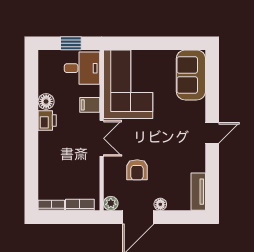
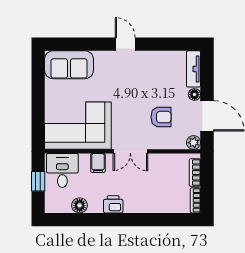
floor lamp: (46, 101) -> (80, 205), moved
double door: (102, 138) -> (130, 151), swing flipped
tv unit: (198, 192) -> (194, 69), moved, turned 90

